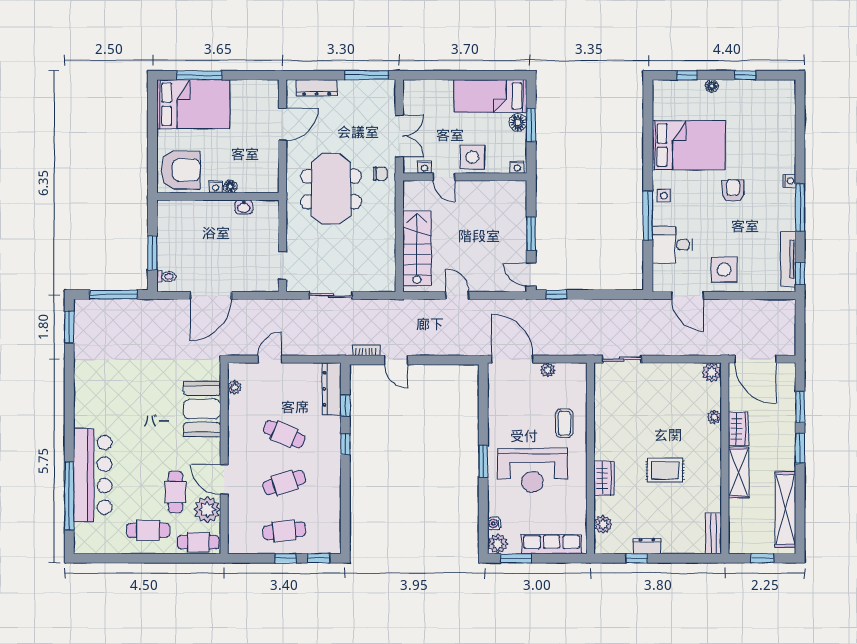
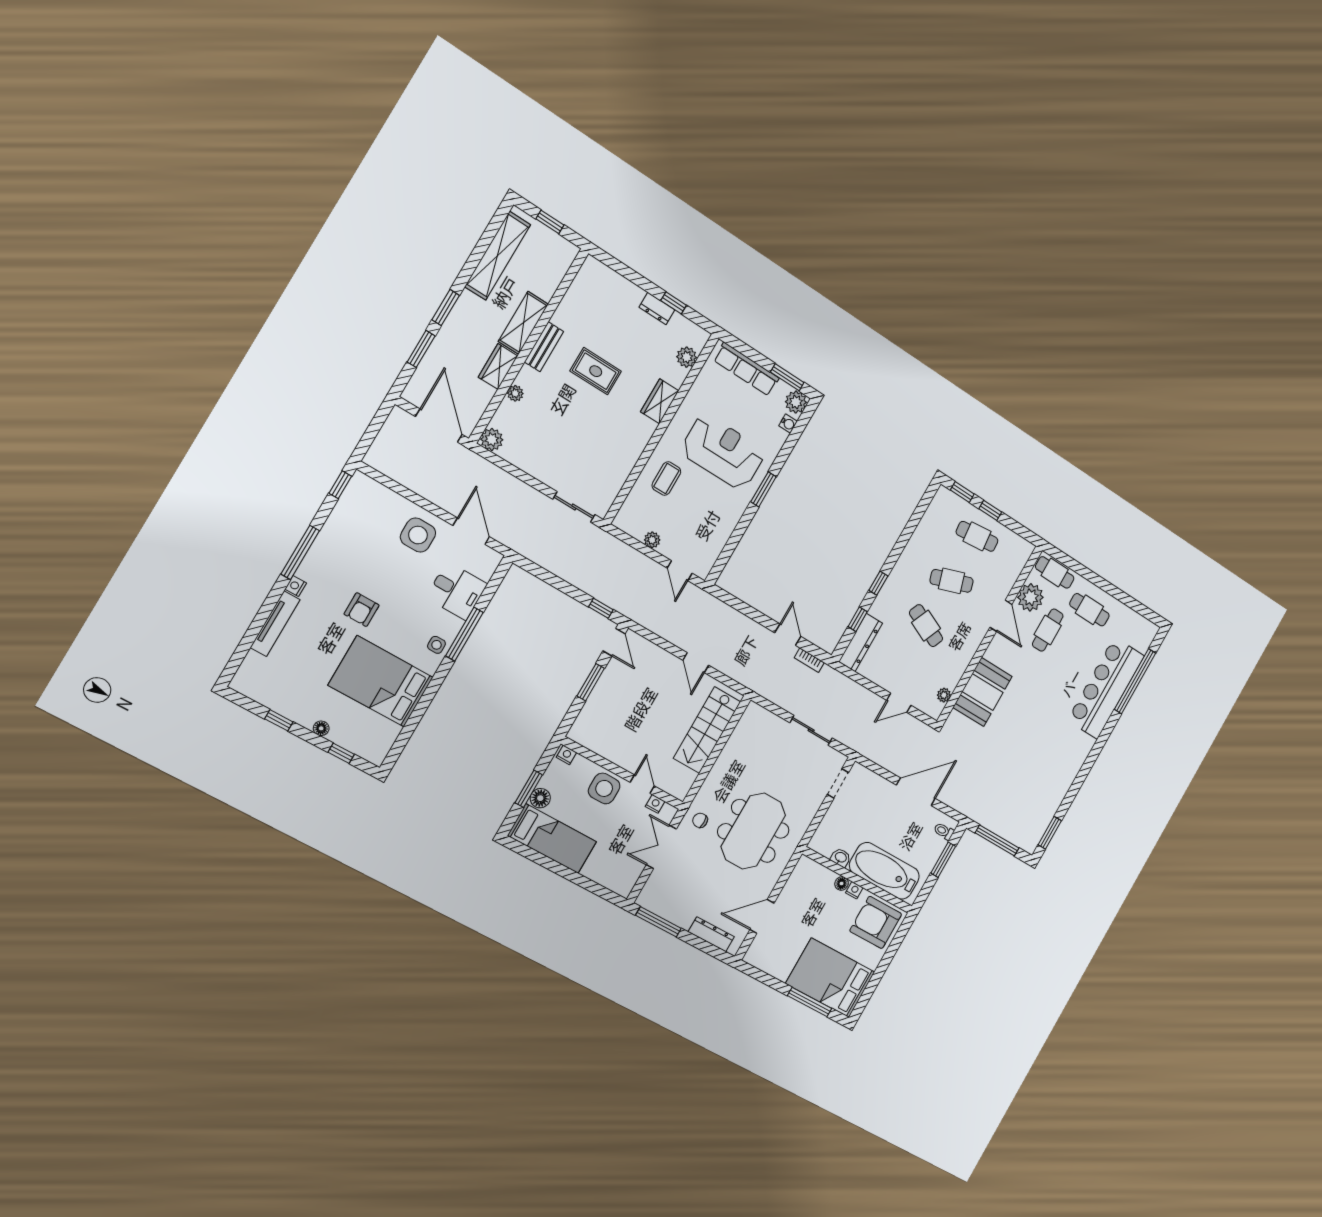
bathtub: (199, 216) -> (884, 871), added
tv unit: (788, 259) -> (275, 624), moved
door: (512, 359) -> (680, 571), width x0.53
bench: (714, 533) -> (544, 347), moved

